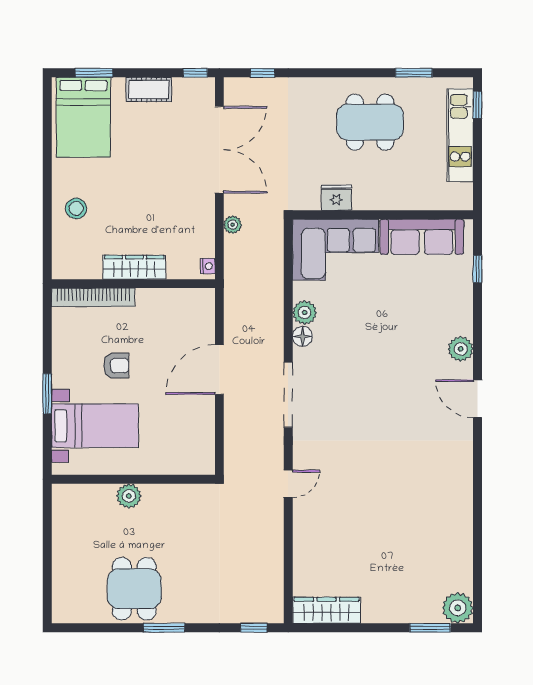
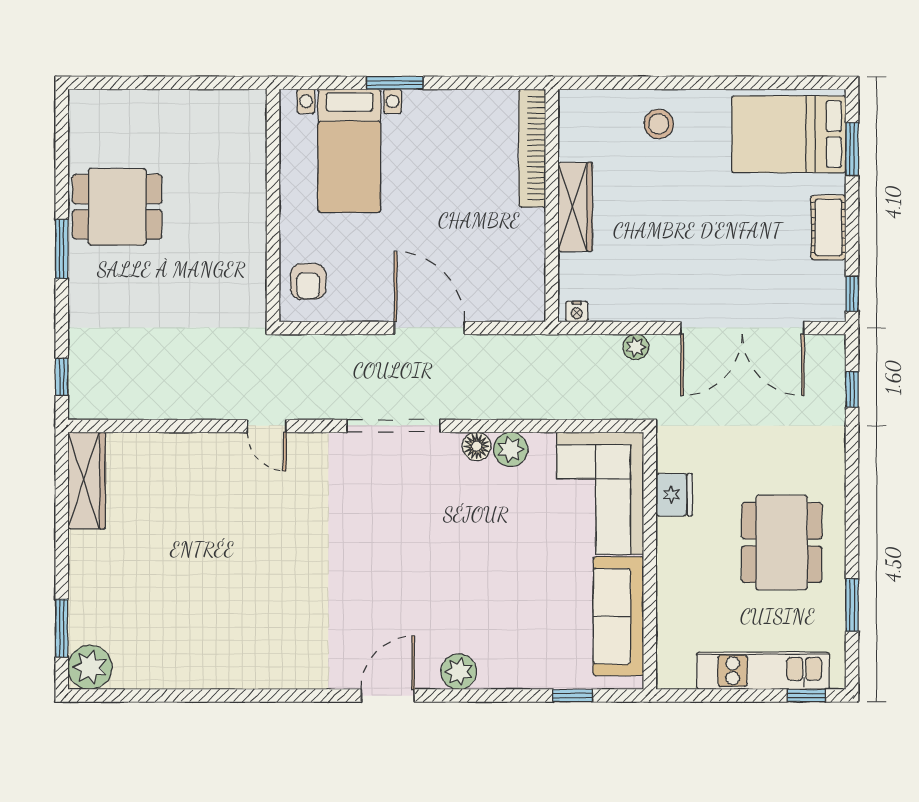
armchair: (116, 365) -> (308, 281), moved
plant: (129, 496) -> (249, 199), removed

